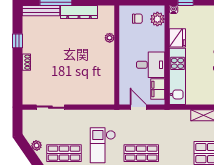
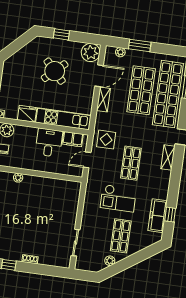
display table: (162, 124) -> (106, 140), added

